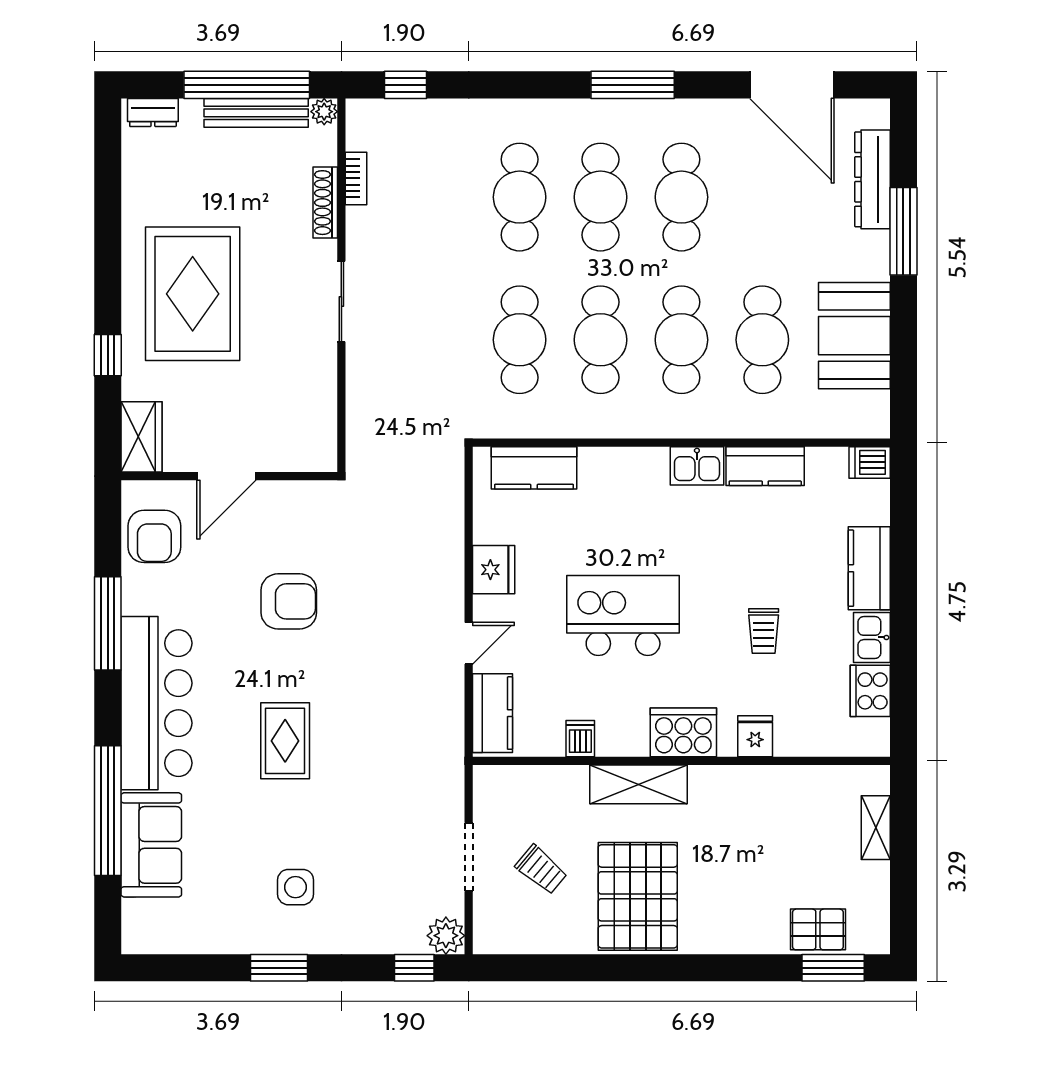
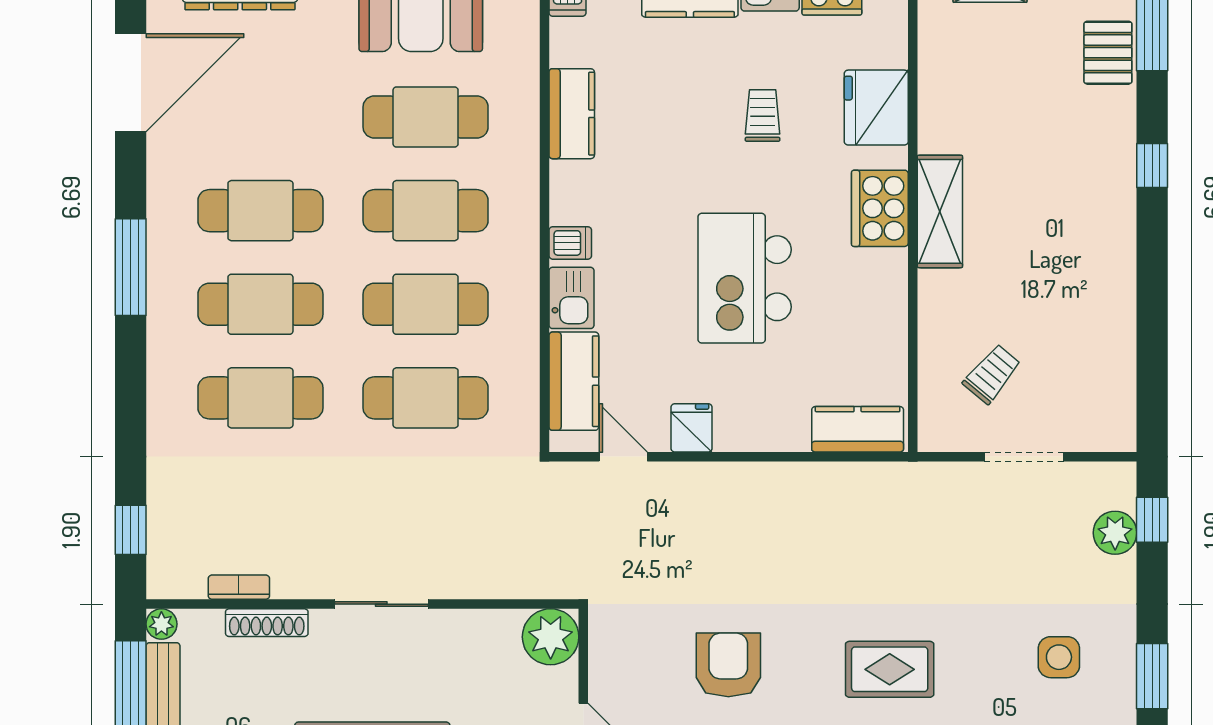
plant: (313, 448) -> (551, 637), added
kitchen sink: (697, 466) -> (572, 298), moved
fridge: (494, 570) -> (692, 428), width x0.72
trolley: (764, 631) -> (763, 115), turned -90
door: (469, 643) -> (623, 457), moved
fridge: (755, 736) -> (876, 108), width x1.88, depth x1.34
dishwasher: (580, 739) -> (570, 243), moved, turned 180
shelving: (639, 784) -> (940, 211), moved
trolley: (541, 870) -> (992, 374), moved
pallet: (638, 896) -> (1070, 261), removed
plant: (446, 936) -> (1115, 533), moved
window: (720, 968) -> (1152, 165), added

